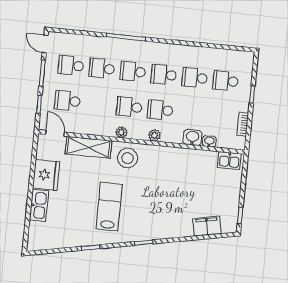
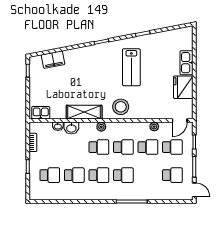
school desk: (102, 68) -> (148, 147), moved
plant: (122, 132) -> (154, 127), moved
door: (55, 133) -> (180, 121), hinge flipped
shelving: (88, 147) -> (84, 112), moved

